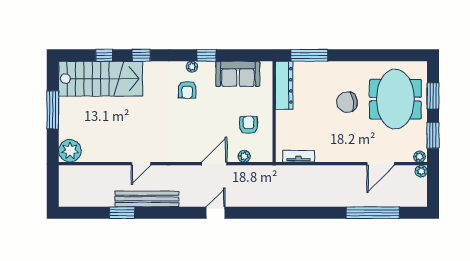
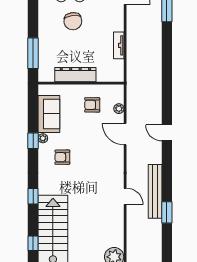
window: (104, 55) -> (33, 243), moved
plant: (192, 67) -> (43, 138), moved
dresser: (284, 85) -> (75, 75), moved
armchair: (187, 90) -> (62, 157), turned 180
tv unit: (299, 156) -> (119, 45), moved

